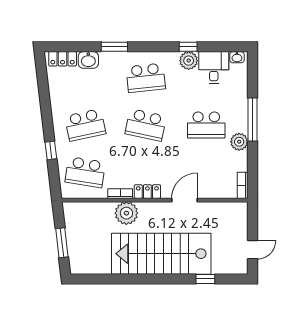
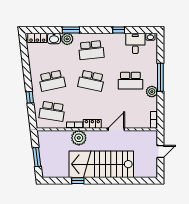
plant: (189, 61) -> (67, 39), moved
door: (253, 250) -> (160, 151), moved
window: (205, 279) -> (78, 181), moved

